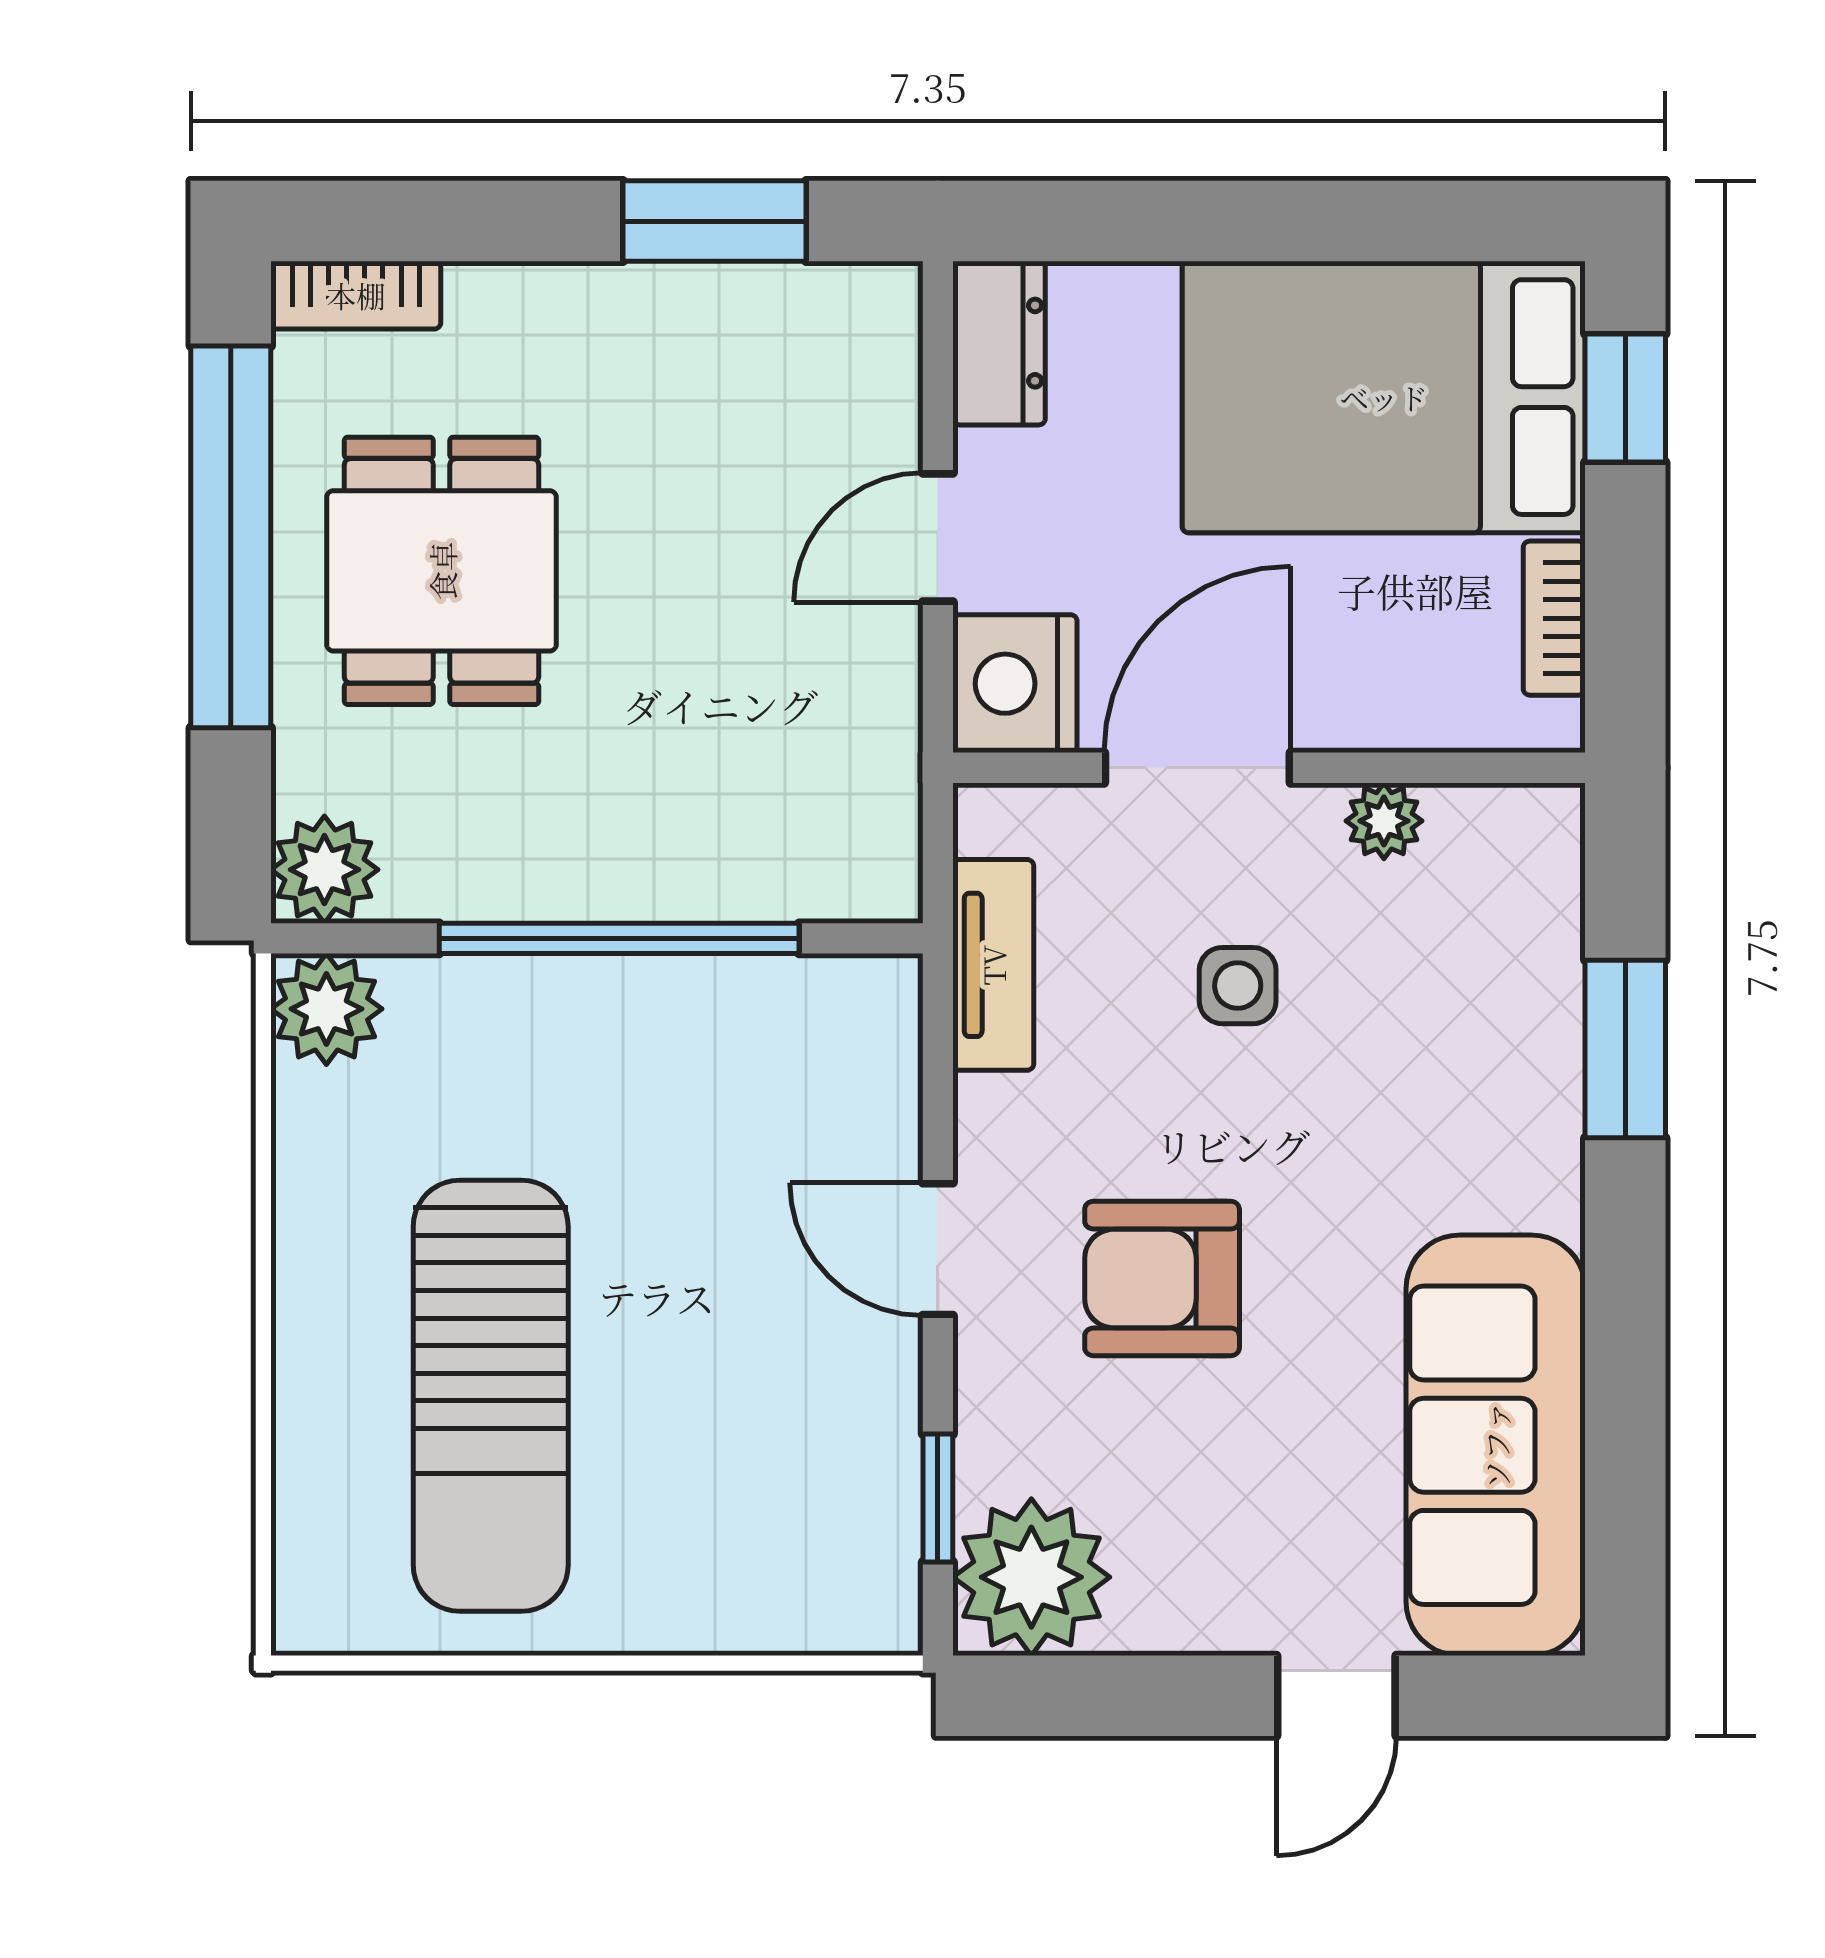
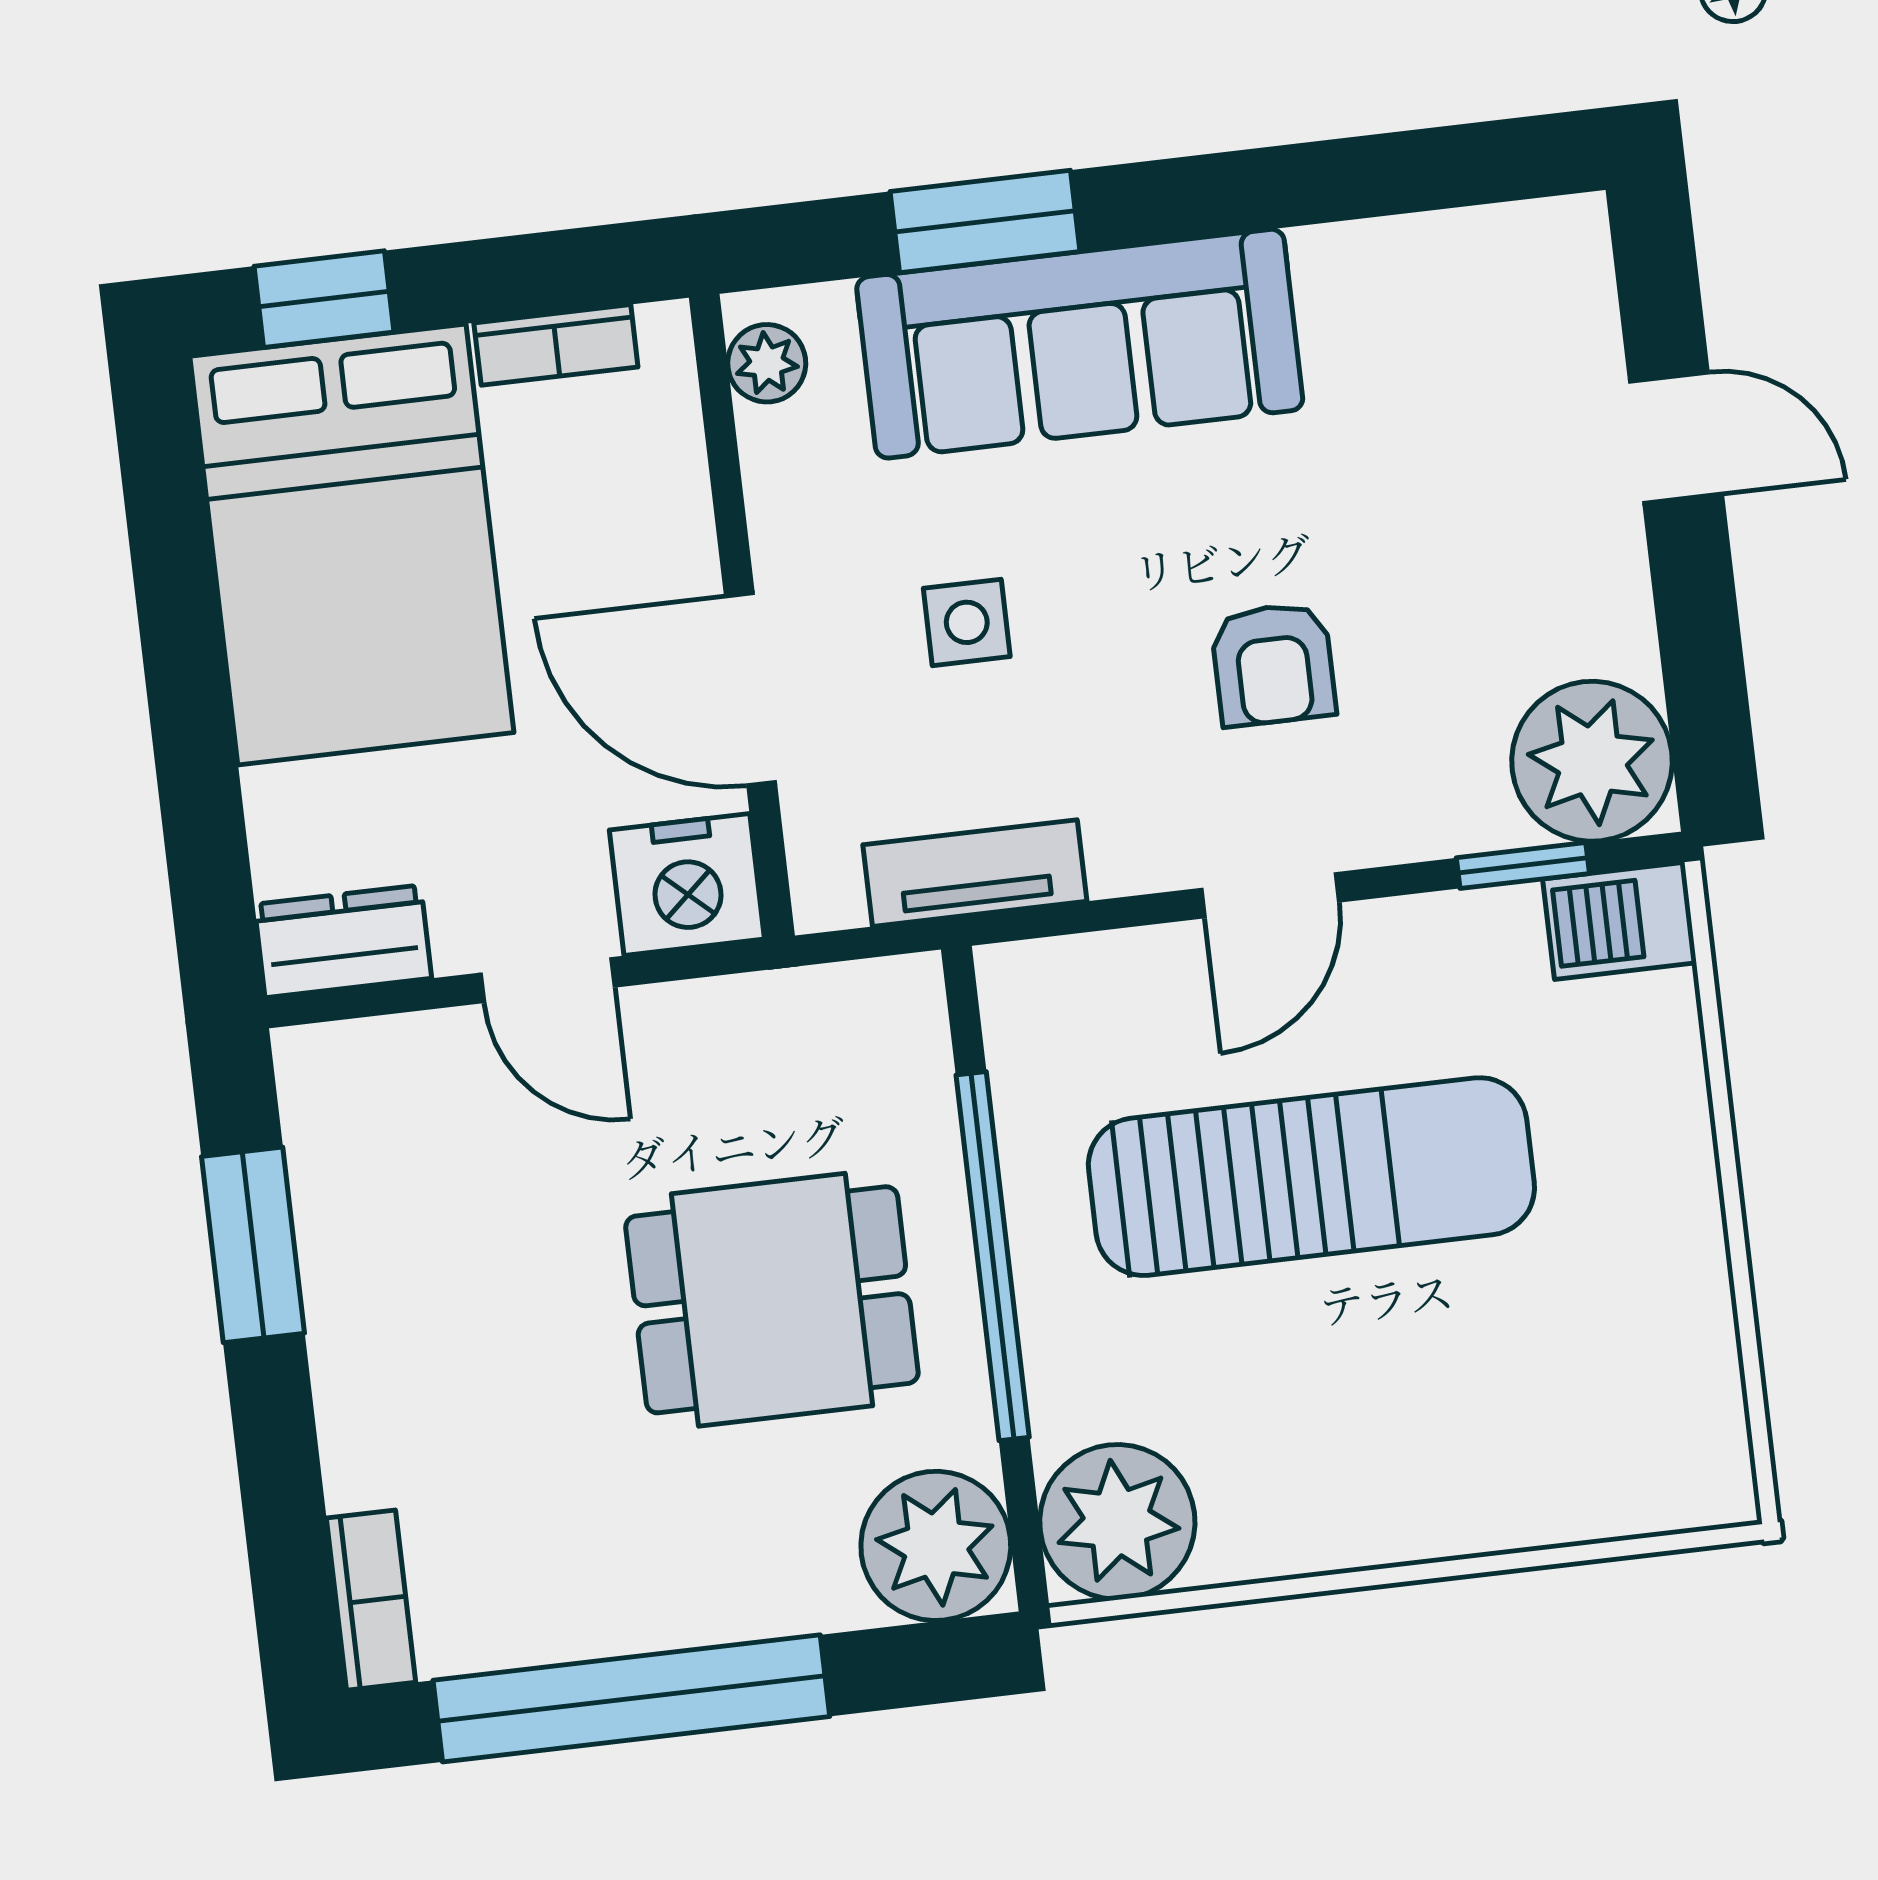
dining table: (442, 571) -> (772, 1300), moved
plant: (1384, 821) -> (767, 363), moved
plant: (324, 870) -> (936, 1546), width x1.36, depth x1.36
plant: (326, 1009) -> (1117, 1522), width x1.36, depth x1.36
armchair: (1162, 1279) -> (1273, 664), width x0.72, depth x0.72
sun lounger: (491, 1396) -> (1311, 1177), moved
sofa: (1496, 1445) -> (1080, 344), moved
barbecue: (873, 1586) -> (1620, 921), added

